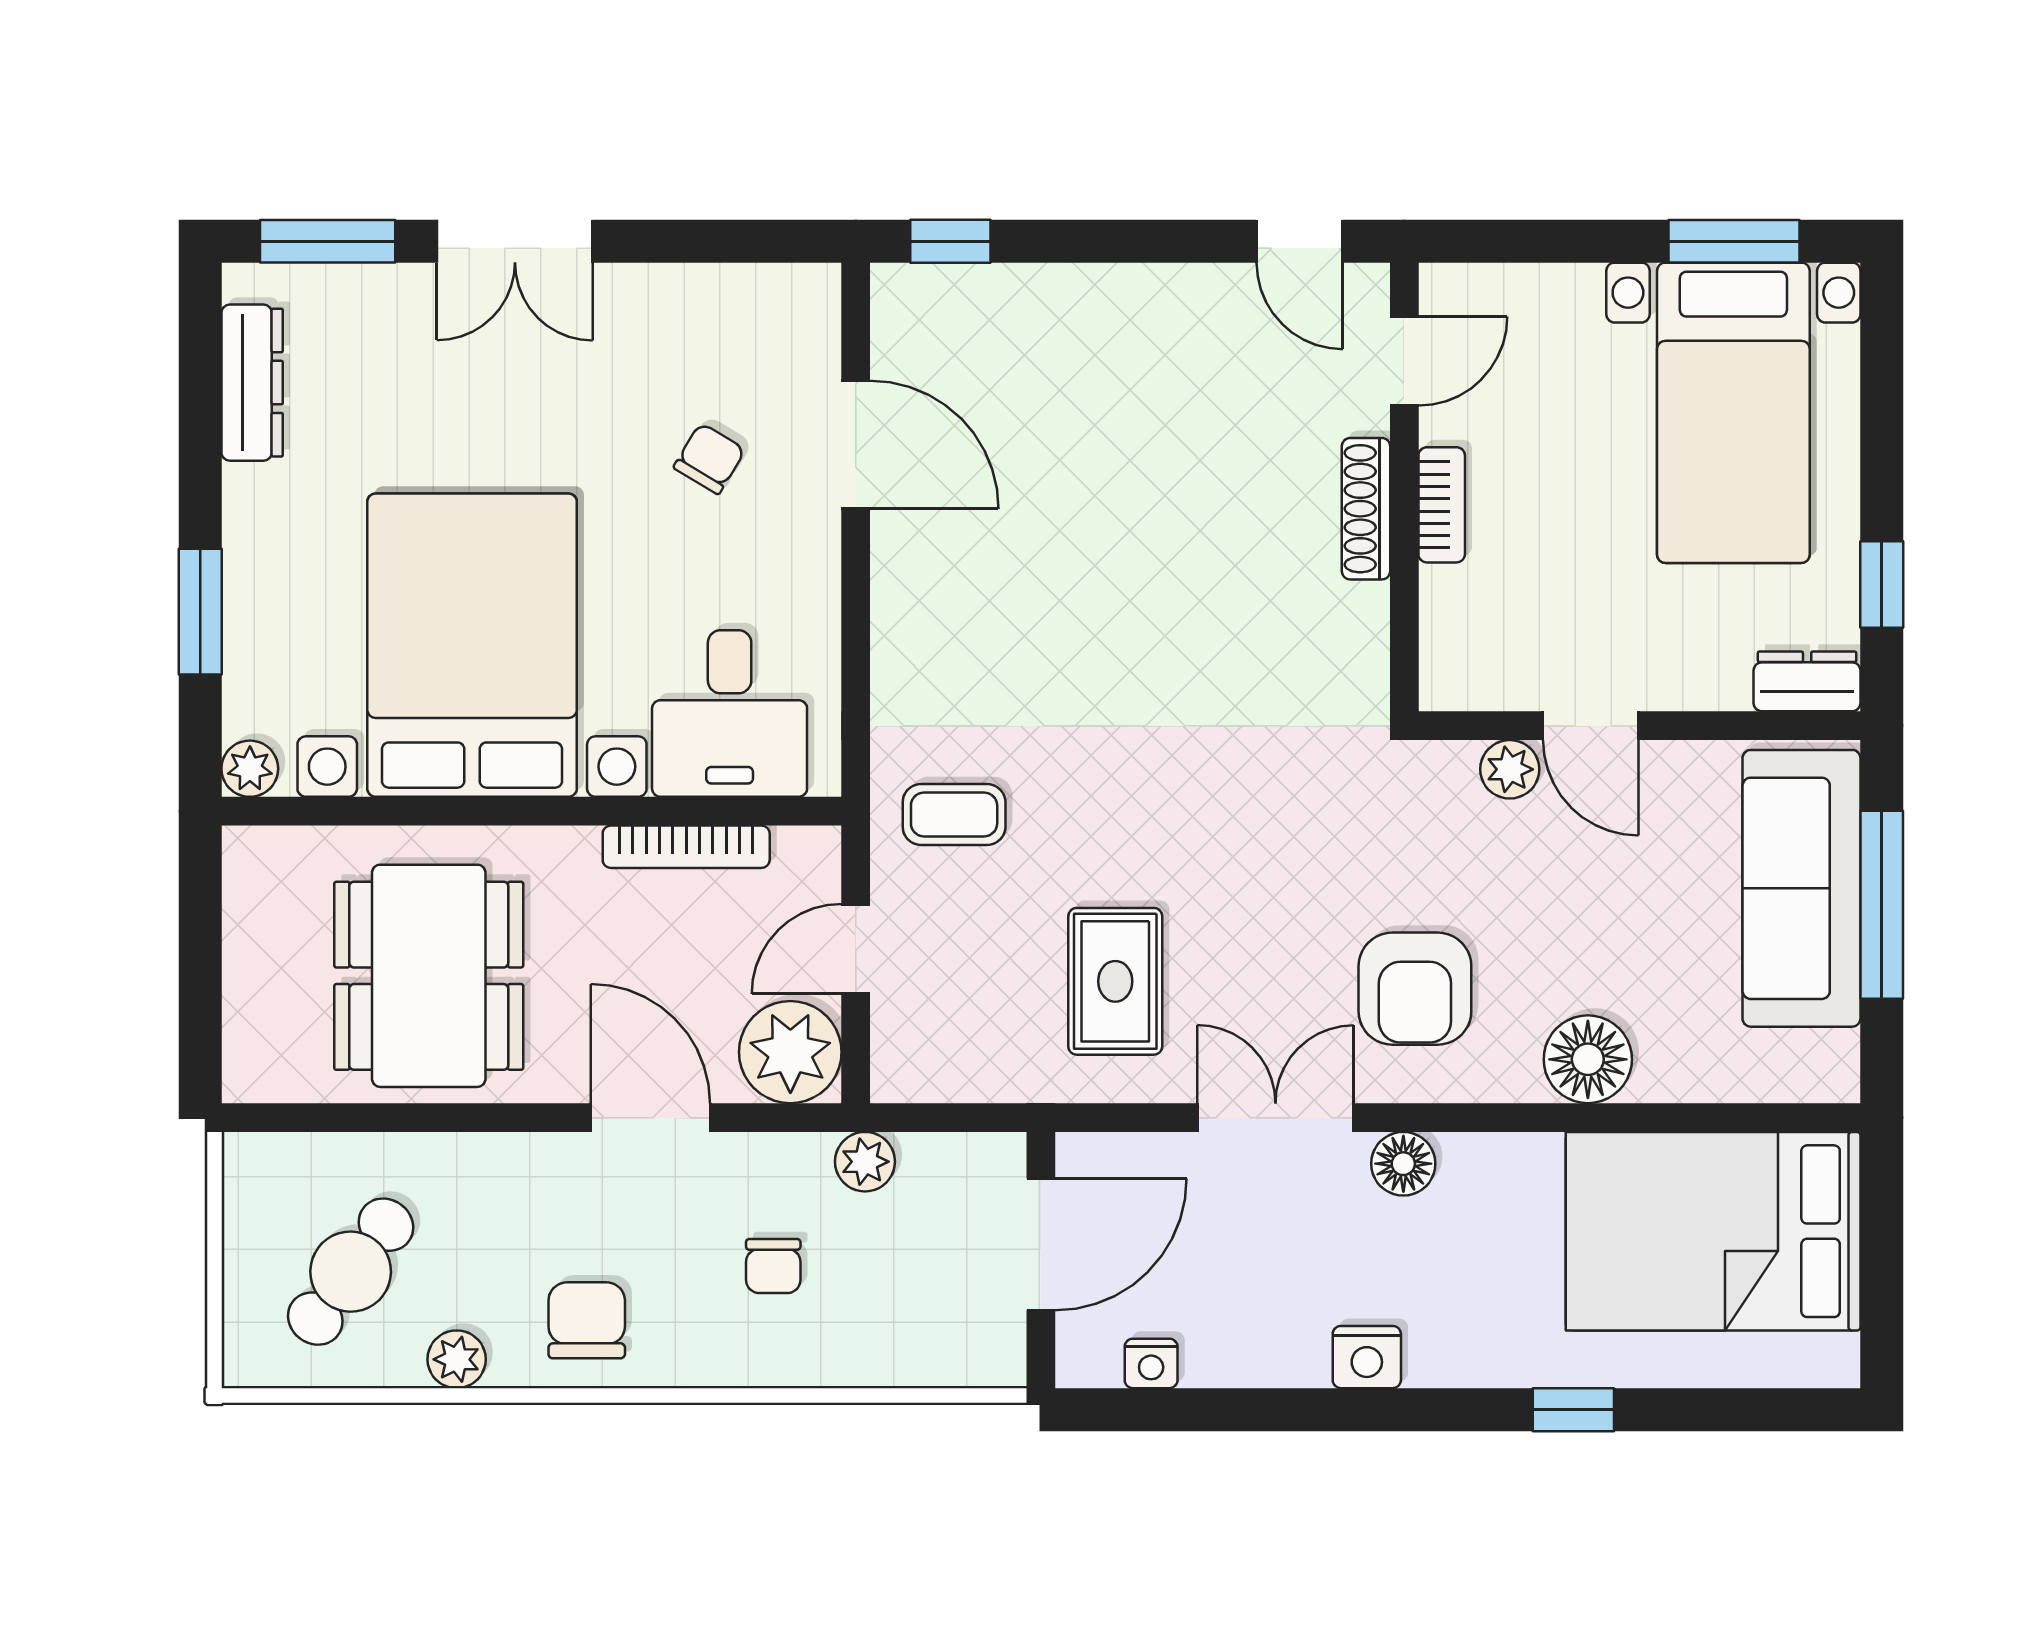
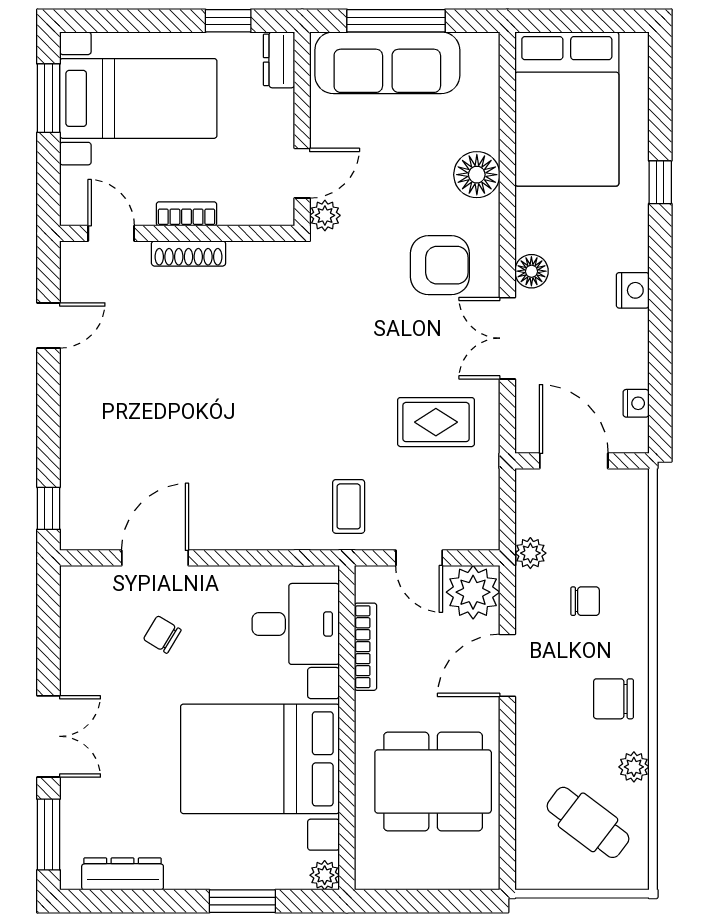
door: (1404, 361) -> (111, 233), moved
wall: (1404, 487) -> (177, 233), moved
bookcase: (1442, 505) -> (187, 214), moved
shoe rack: (1366, 509) -> (189, 253), moved

